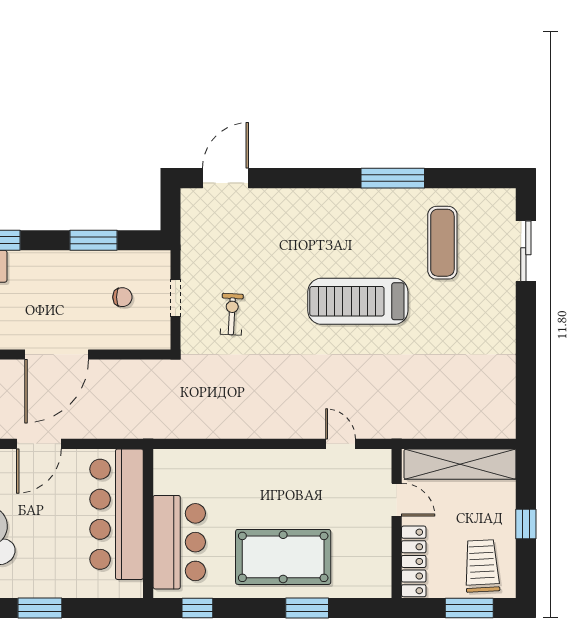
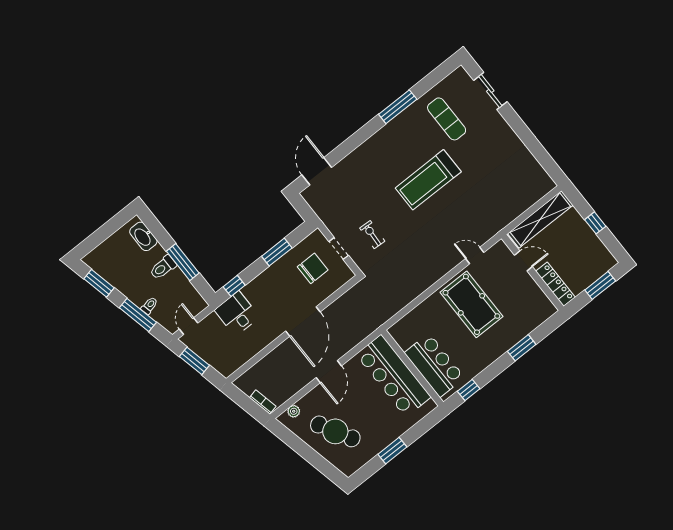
chair: (122, 297) -> (313, 268), width x1.87, depth x1.87
pool table: (283, 557) -> (471, 304), moved, turned 90
trolley: (482, 566) -> (590, 260), removed

